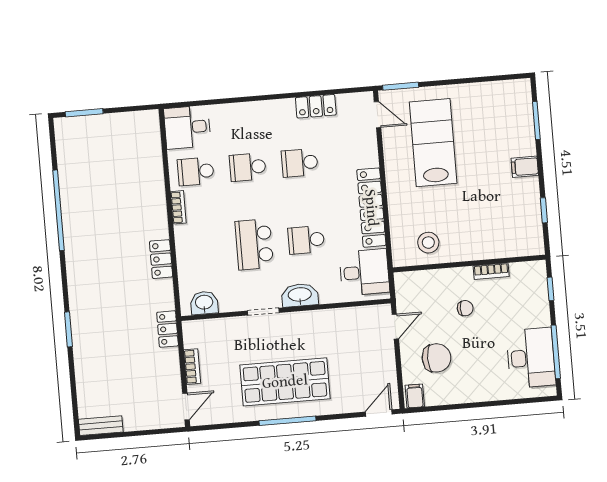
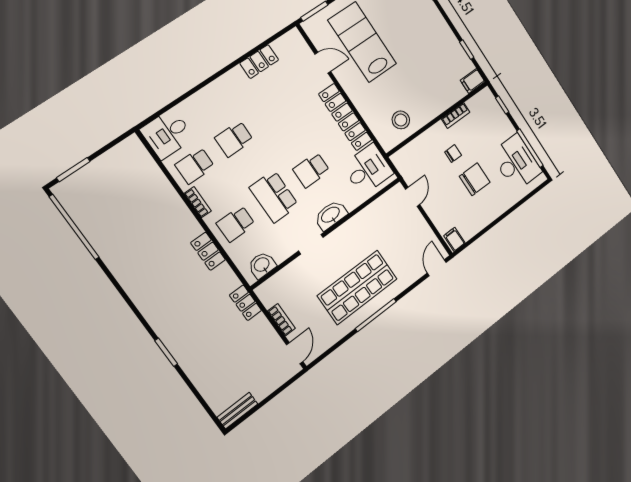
door: (377, 115) -> (323, 63), moved
school desk: (300, 163) -> (236, 224), moved
filing cabinet: (525, 167) -> (473, 81), moved
window: (58, 210) -> (74, 227), moved
chair: (436, 358) -> (475, 179), moved

